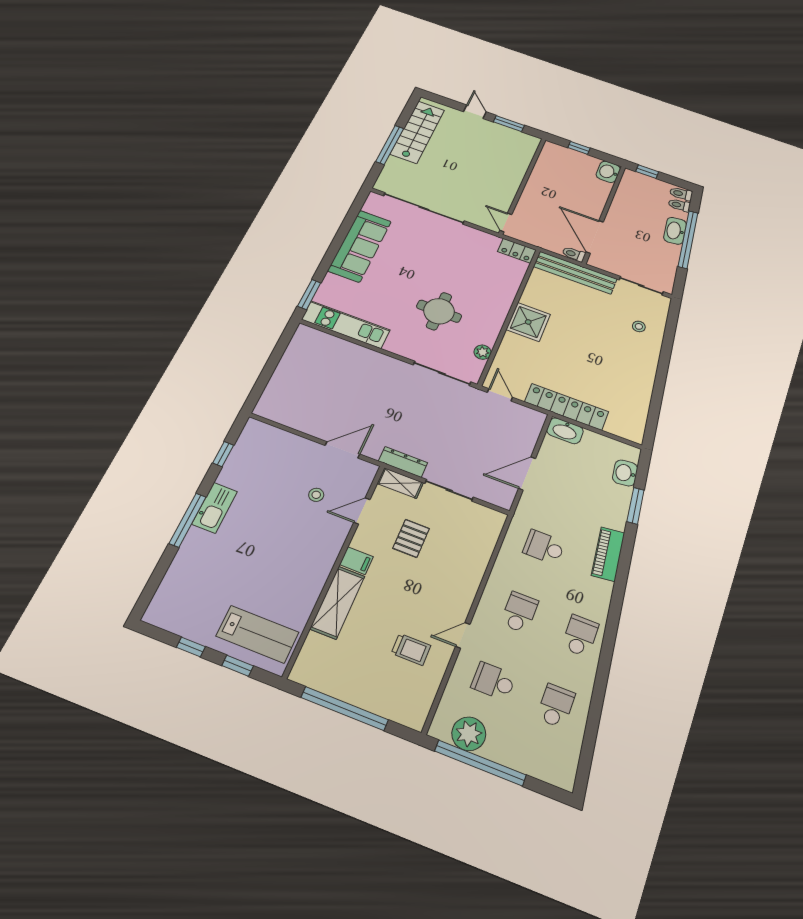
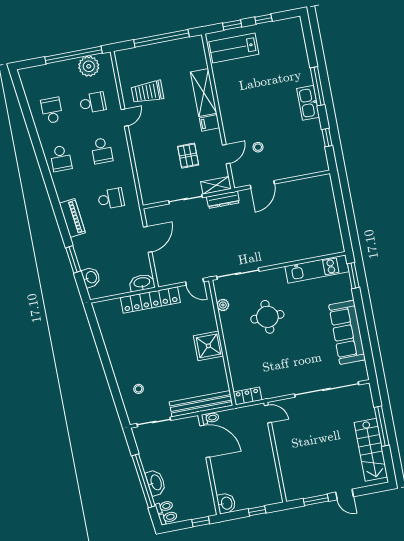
trolley: (411, 649) -> (147, 92), width x1.36, depth x1.39
school desk: (556, 706) -> (52, 110), turned 180

